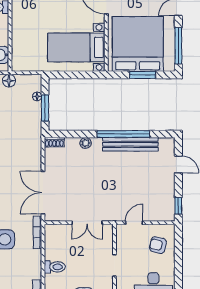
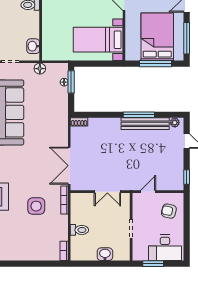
bed: (138, 44) -> (157, 37), width x0.73
window: (143, 75) -> (156, 64), width x1.44
window: (45, 108) -> (71, 82), moved
window: (123, 134) -> (139, 115), width x0.68
plant: (86, 143) -> (175, 123), moved

